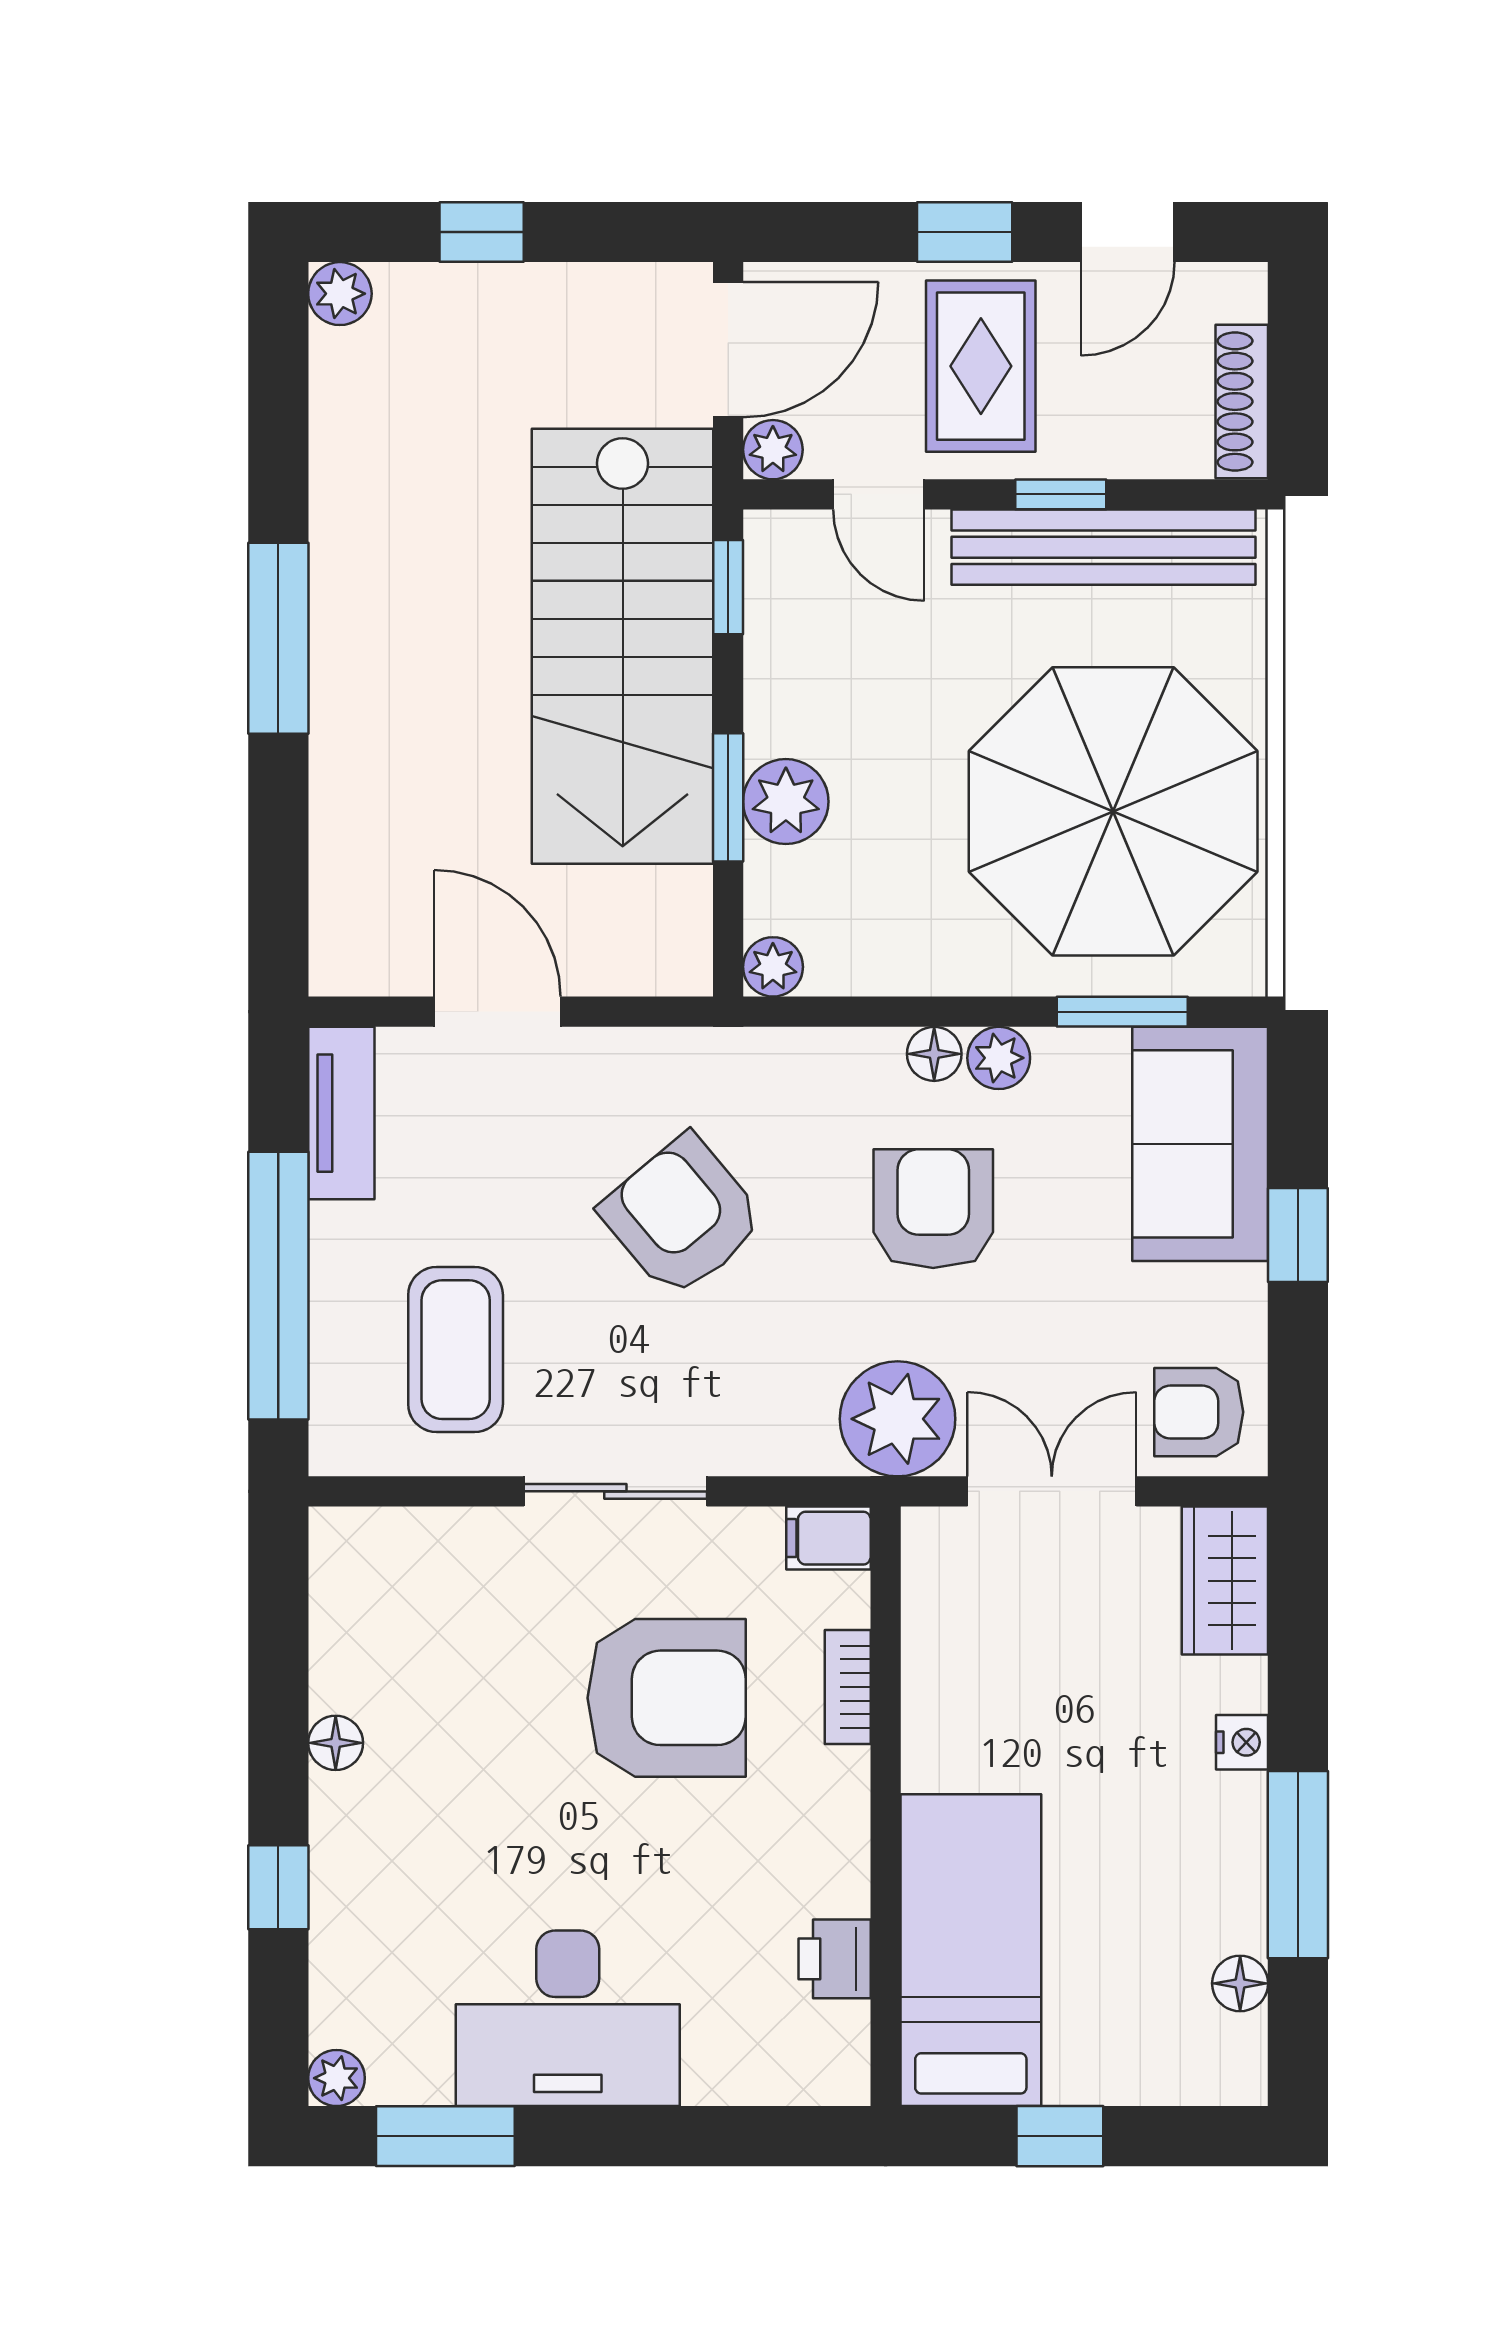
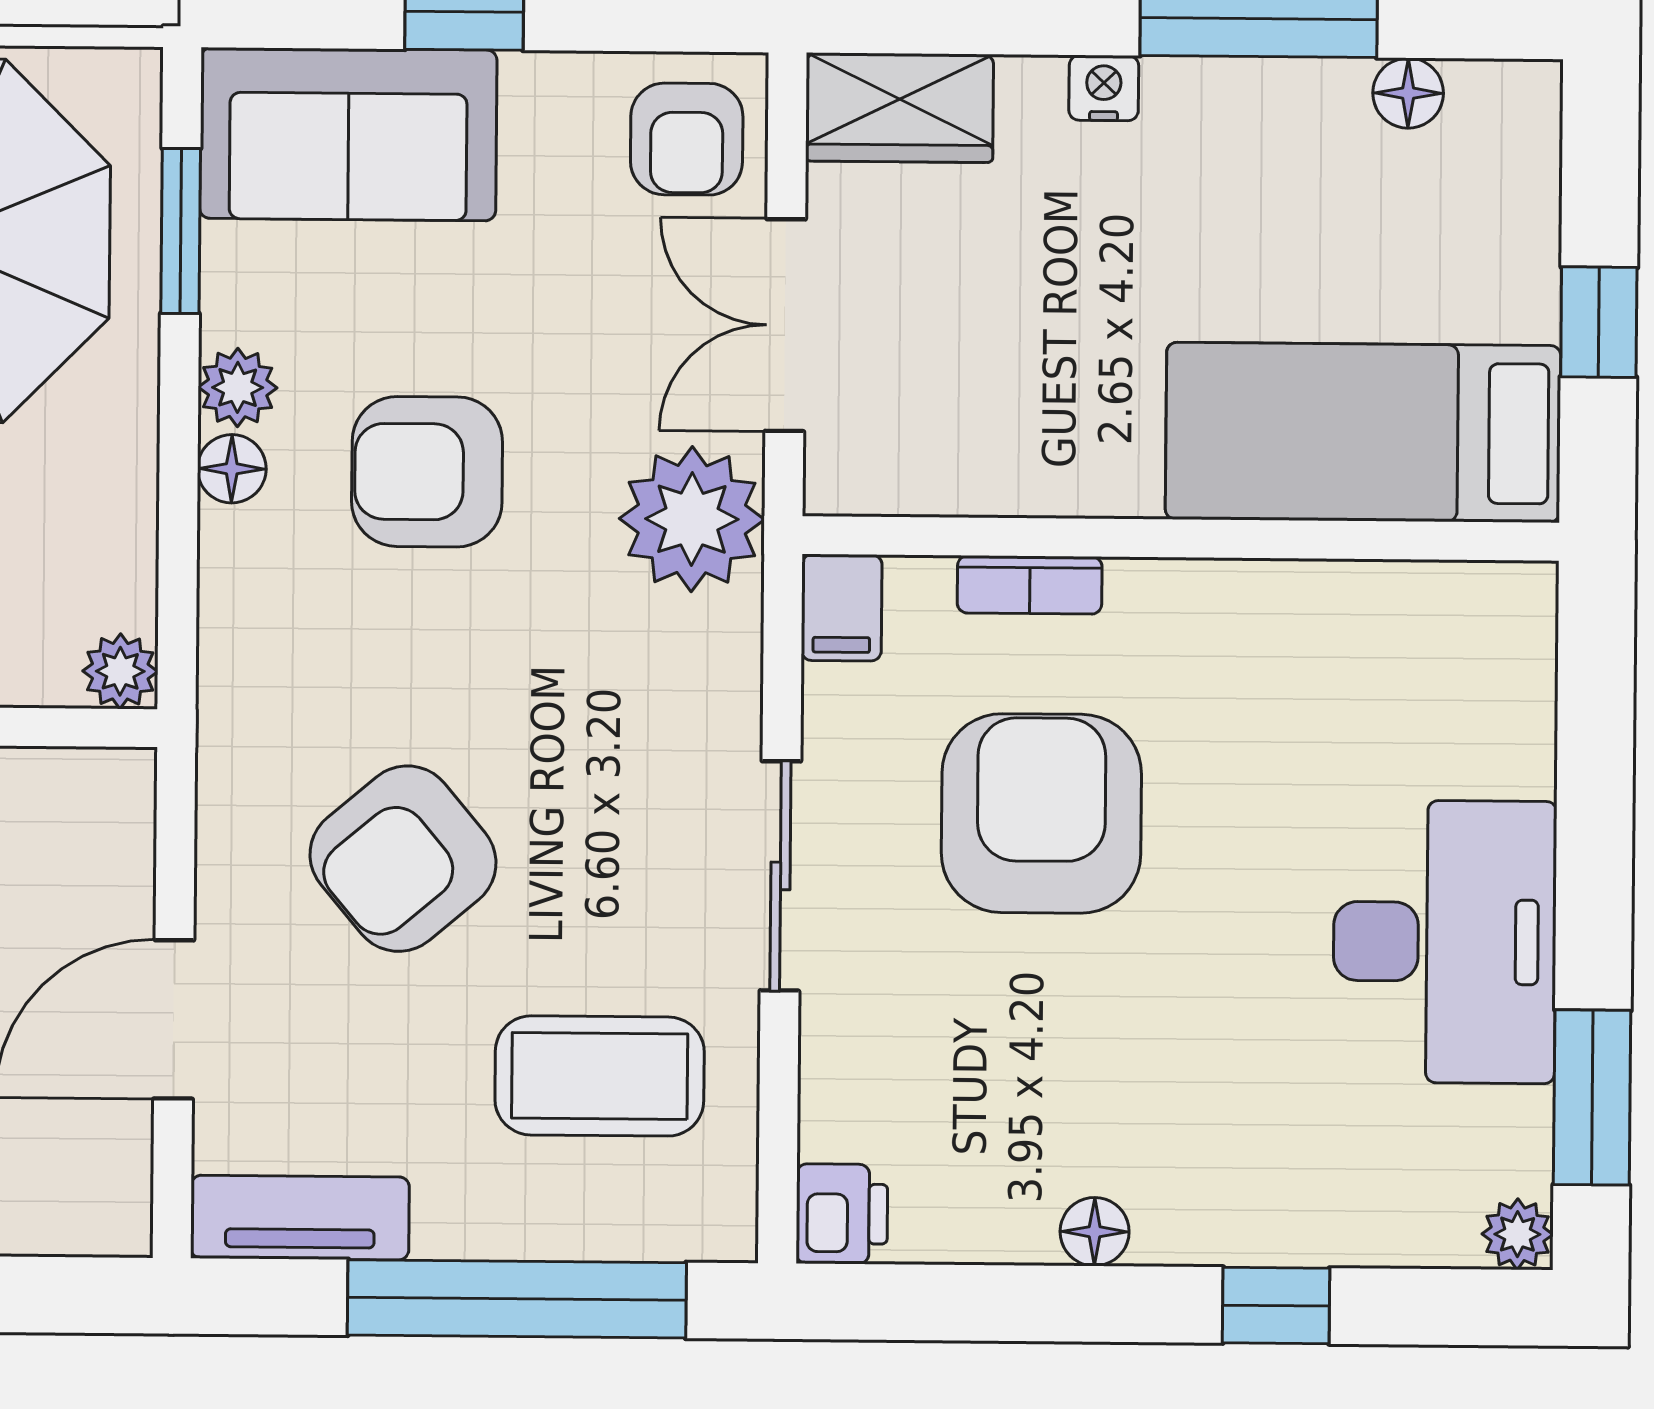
armchair: (682, 1216) -> (403, 859), moved
printer: (835, 1959) -> (842, 1214), moved, turned -90

